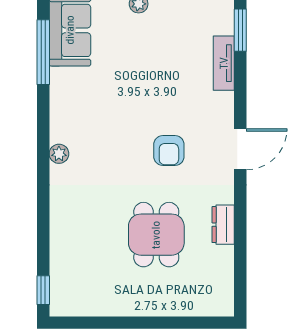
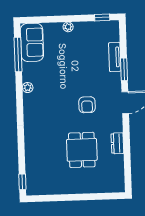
window: (240, 30) -> (124, 69), moved
plant: (59, 154) -> (28, 88), moved

